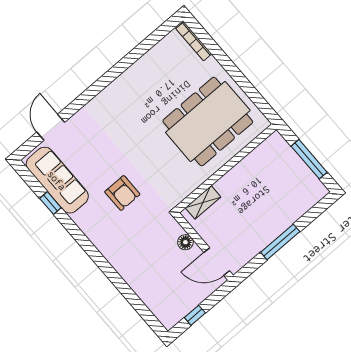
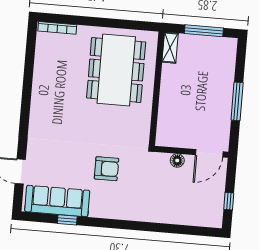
shelving: (203, 202) -> (170, 48), moved

